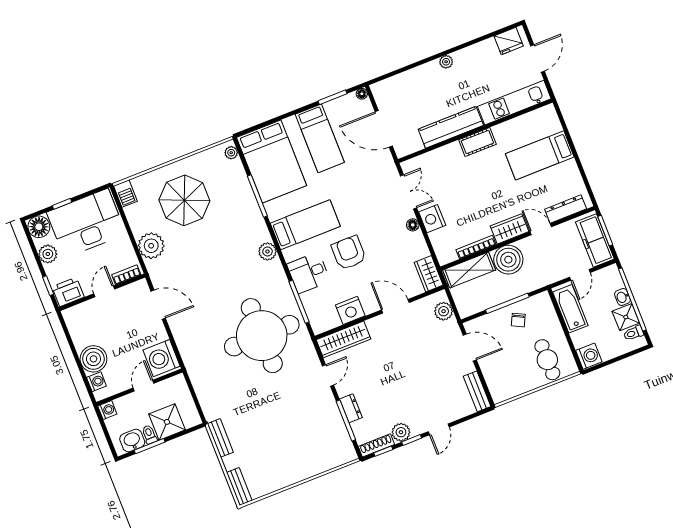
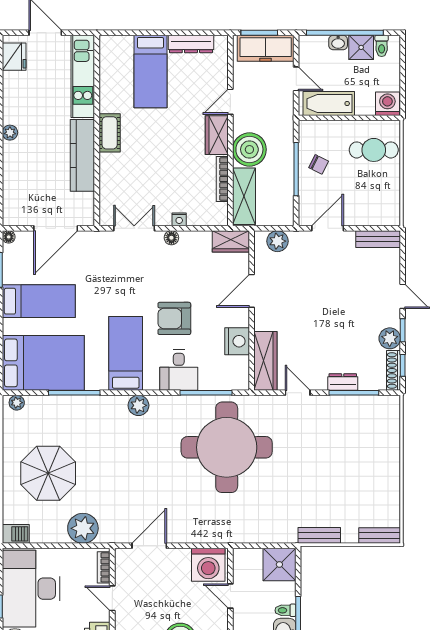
dresser: (566, 209) -> (191, 44), moved, turned -90
nightstand: (432, 219) -> (179, 219), width x0.53, depth x0.56
shower: (167, 422) -> (279, 564), moved

